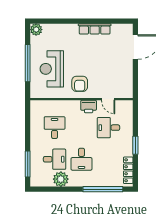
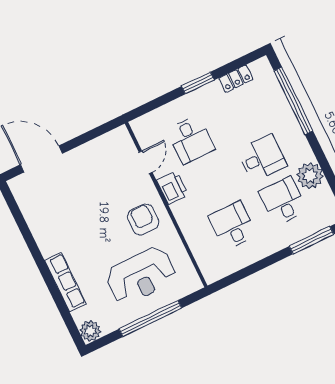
row of seats: (95, 29) -> (65, 282), moved
armchair: (80, 84) -> (143, 219), turned -90
desk: (55, 128) -> (232, 226), turned 90
locker: (128, 170) -> (236, 79), width x0.66

